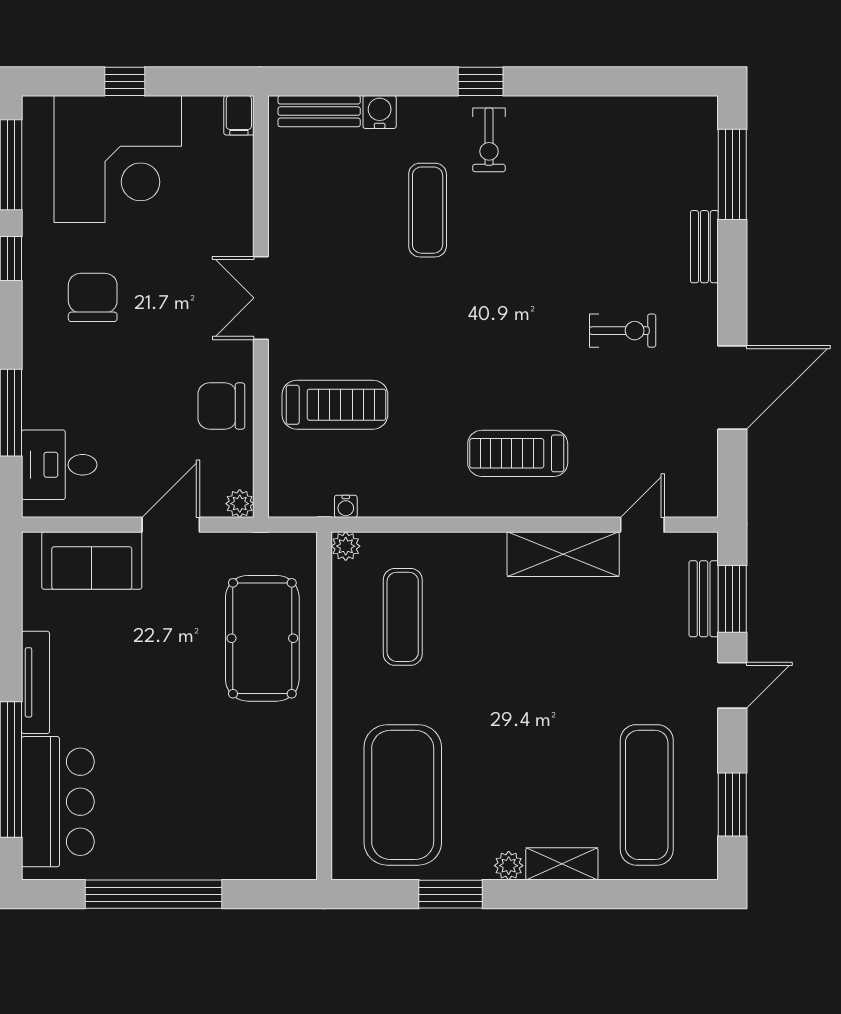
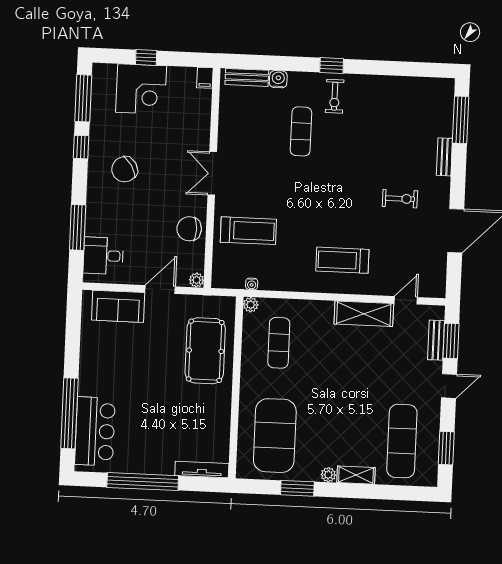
corner desk: (118, 159) -> (141, 89), width x0.74, depth x0.74
chair: (93, 297) -> (125, 169), turned -122
tv unit: (35, 682) -> (202, 470), moved, turned -90

